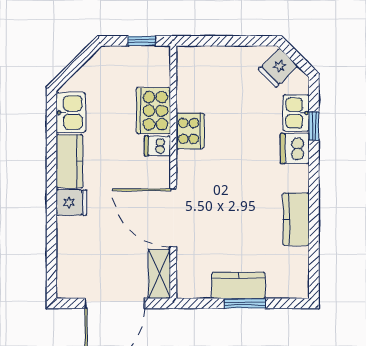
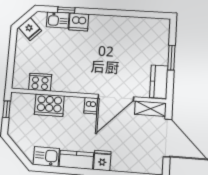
cooker: (190, 131) -> (40, 82), moved
dishwasher: (157, 146) -> (91, 106), moved
kitchen counter: (296, 219) -> (122, 24), removed
kitchen counter: (238, 285) -> (159, 82), moved

